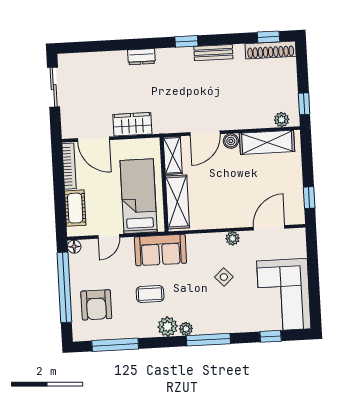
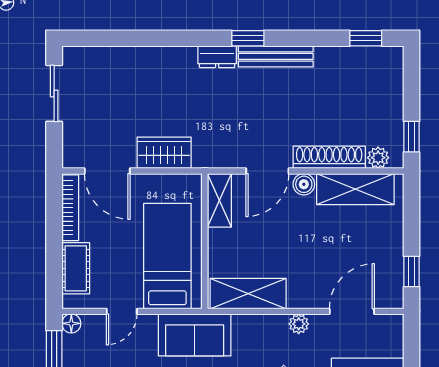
shoe rack: (271, 50) -> (329, 157), moved, turned 180
bench: (213, 53) -> (276, 56), width x1.36
dresser: (141, 57) -> (217, 57), moved
shelving: (177, 202) -> (248, 294), moved, turned 90

